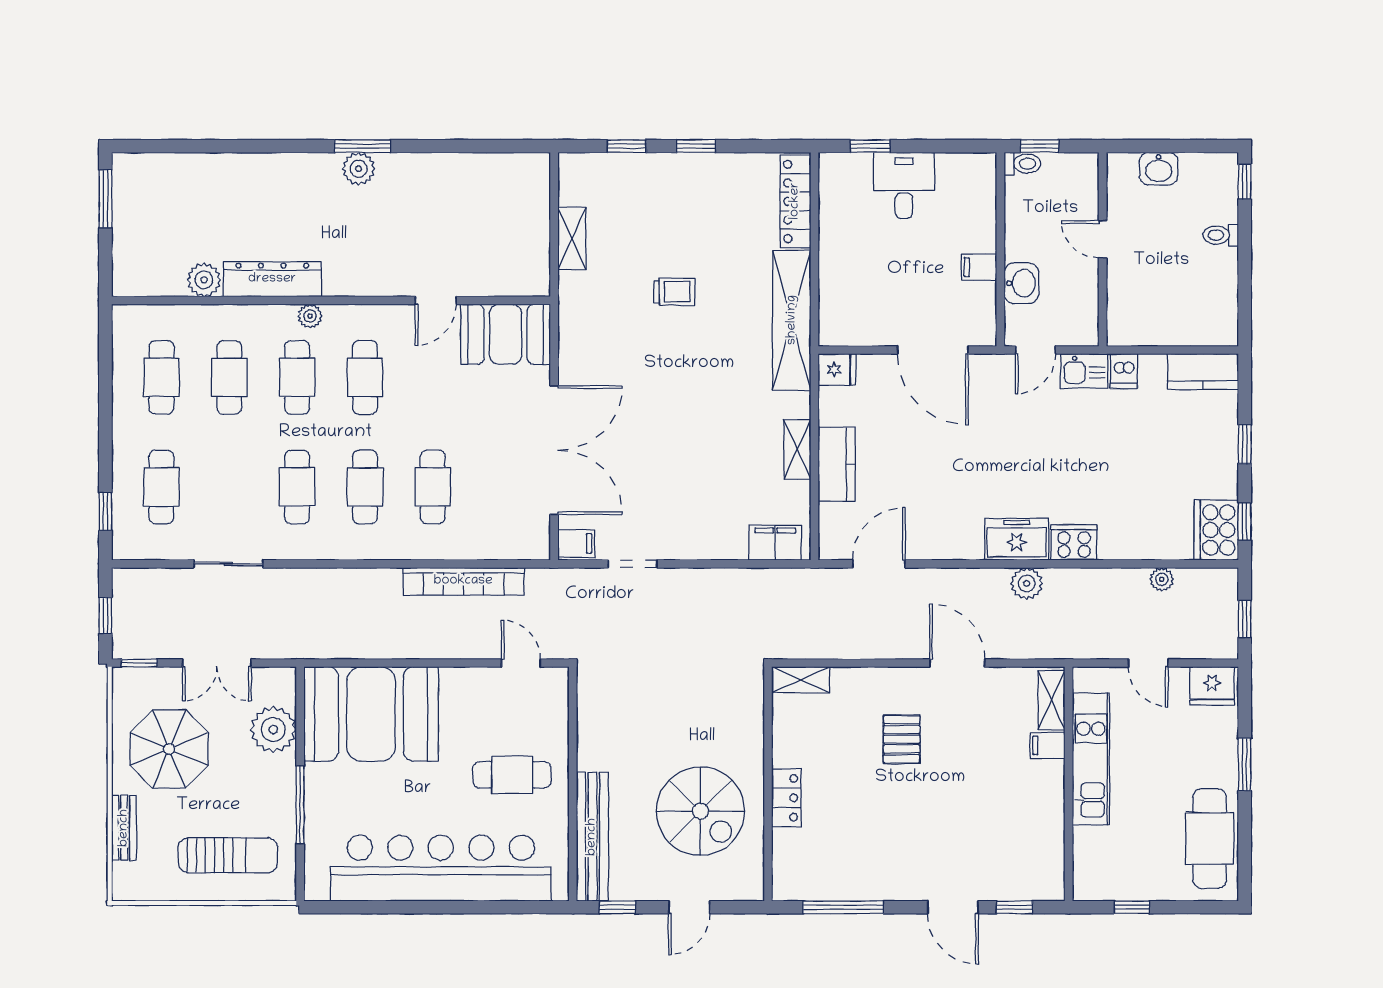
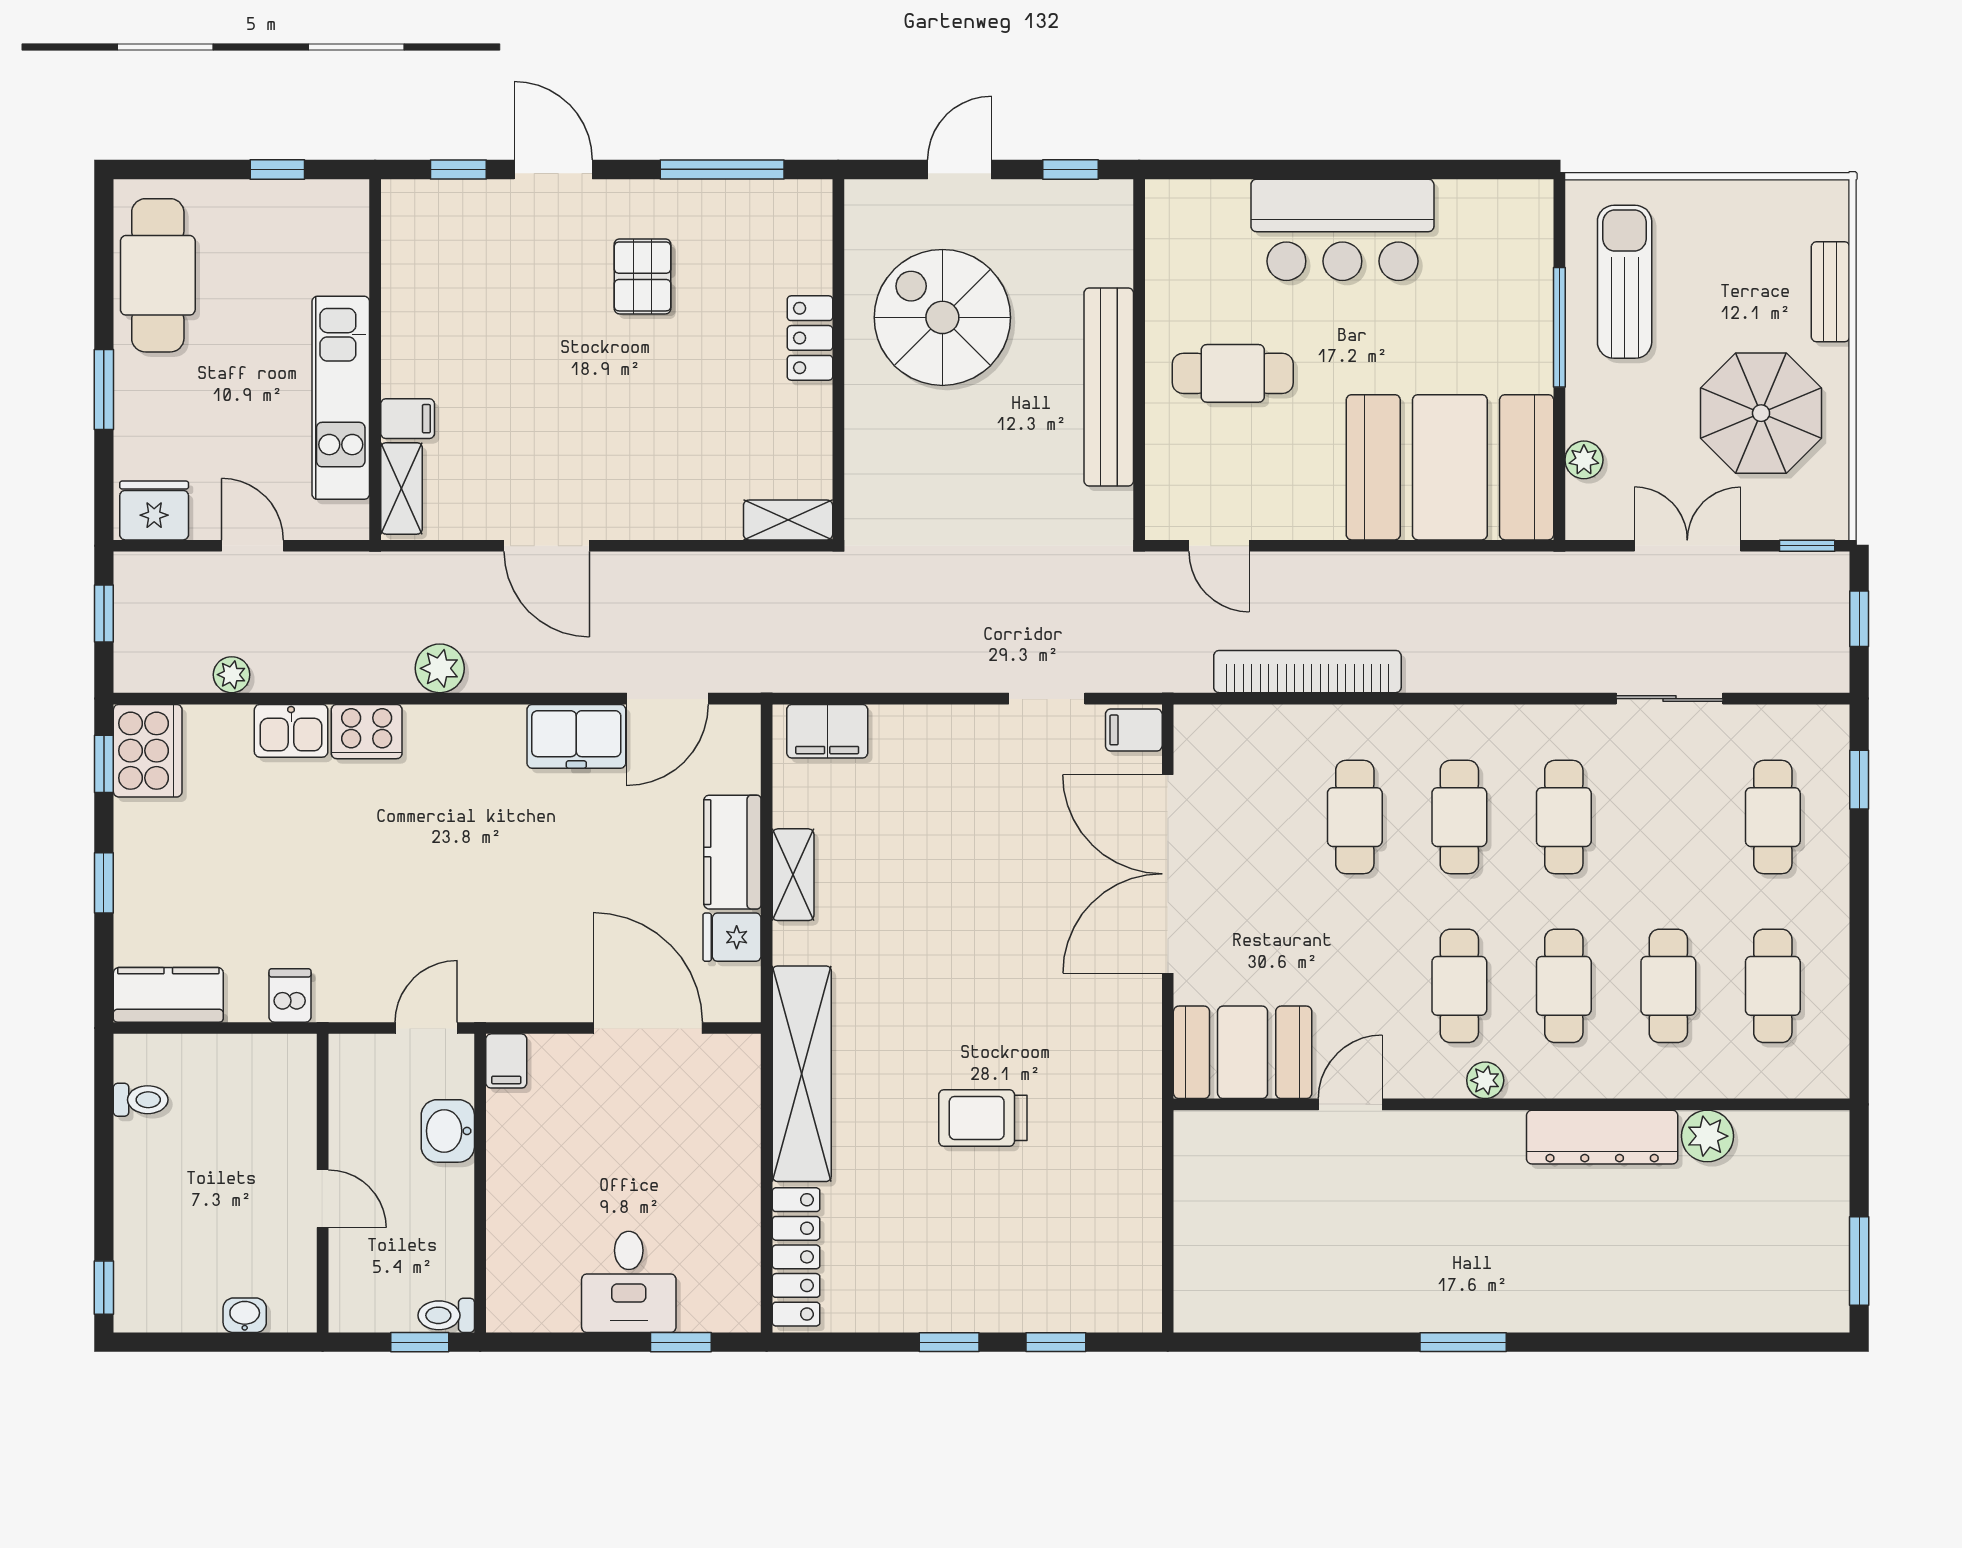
plant: (359, 169) -> (1469, 1307), removed
washbasin: (1159, 169) -> (245, 1315), width x0.72, depth x0.69
toilet: (1221, 235) -> (141, 1100), moved
shelving: (572, 239) -> (1140, 1200), removed
filing cabinet: (979, 267) -> (506, 1061), moved, turned 90
trolley: (674, 292) -> (983, 1118), width x1.36, depth x1.39
plant: (310, 316) -> (1485, 1080), moved
door: (933, 350) -> (648, 1028), moved
fridge: (837, 369) -> (732, 937), moved
kitchen sink: (1084, 371) -> (291, 731), moved, turned 180
freezer: (1017, 539) -> (576, 736), moved
plant: (273, 730) -> (1584, 460), width x0.53, depth x0.53
pallet: (902, 739) -> (643, 276), moved
bench: (592, 837) -> (1109, 387), moved
sun lounger: (228, 855) -> (1625, 282), moved, turned 90
bar counter: (441, 868) -> (1342, 230), width x0.54

